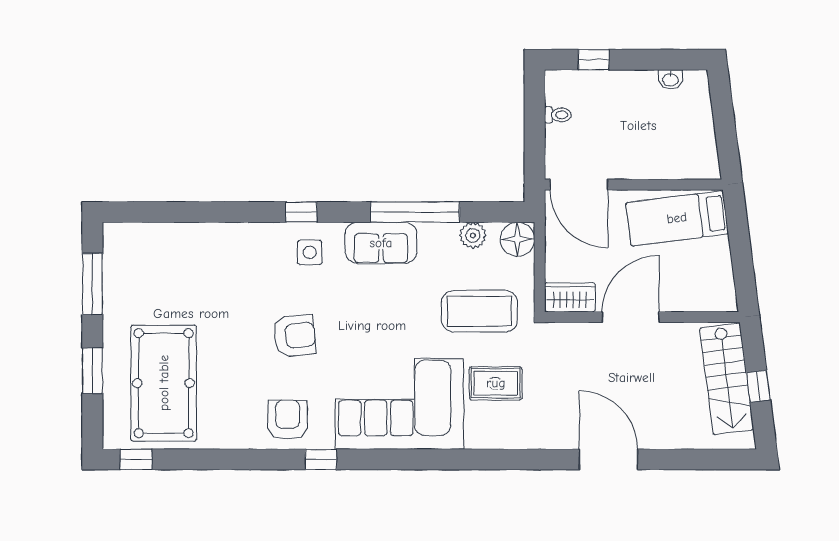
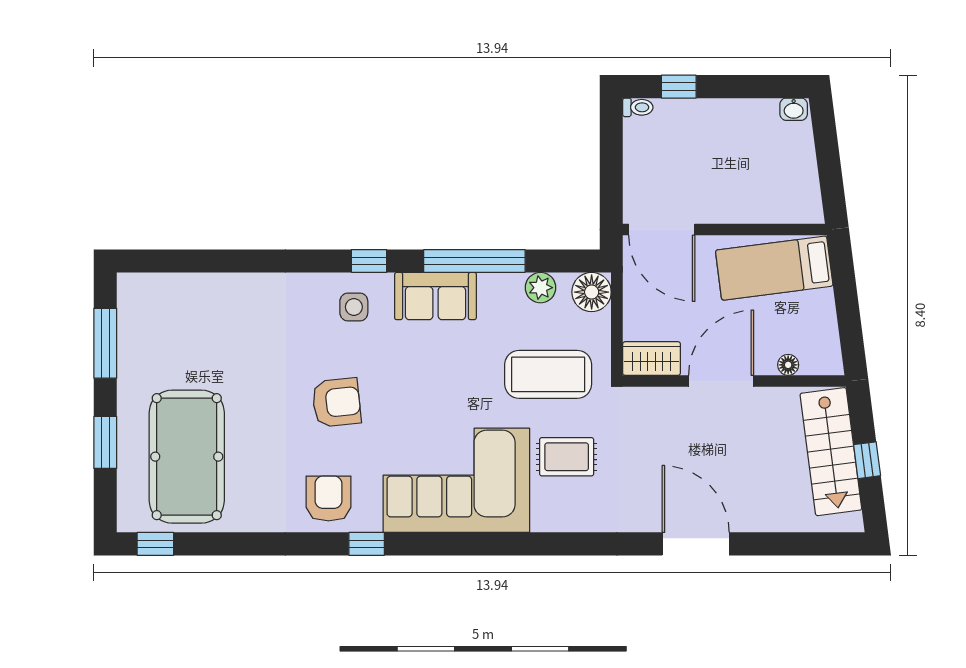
washbasin: (670, 79) -> (794, 109), moved
toilet: (558, 115) -> (638, 107), moved
window: (301, 212) -> (369, 261), moved
floor lamp: (689, 303) -> (788, 365), added

